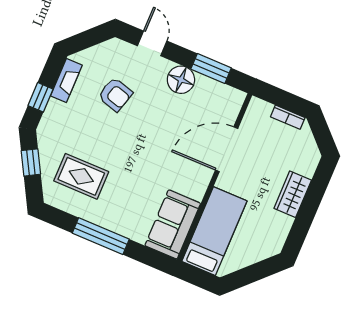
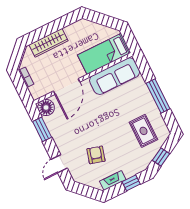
floor lamp: (181, 80) -> (46, 107), moved
door: (227, 149) -> (67, 86), hinge flipped
wardrobe: (293, 194) -> (49, 43), width x1.50
sofa: (173, 224) -> (115, 76), width x1.36

